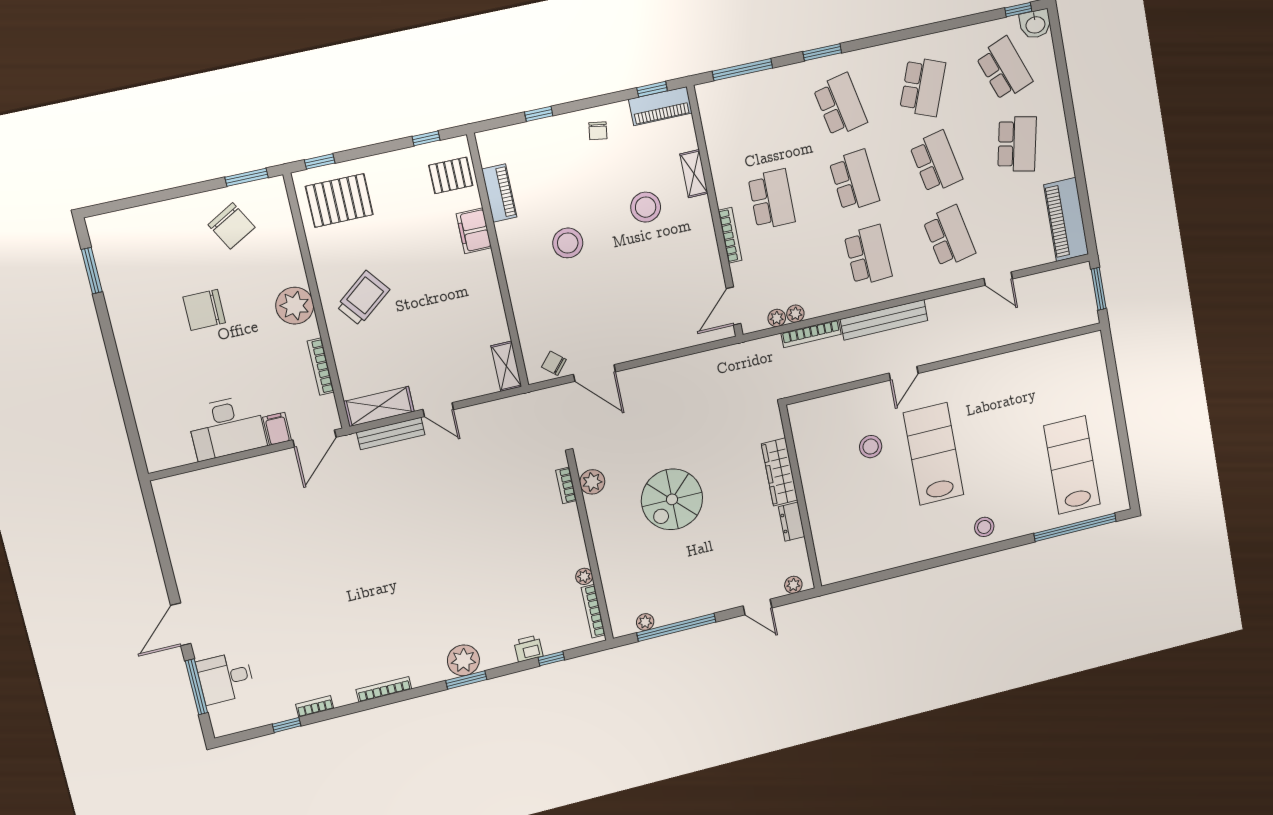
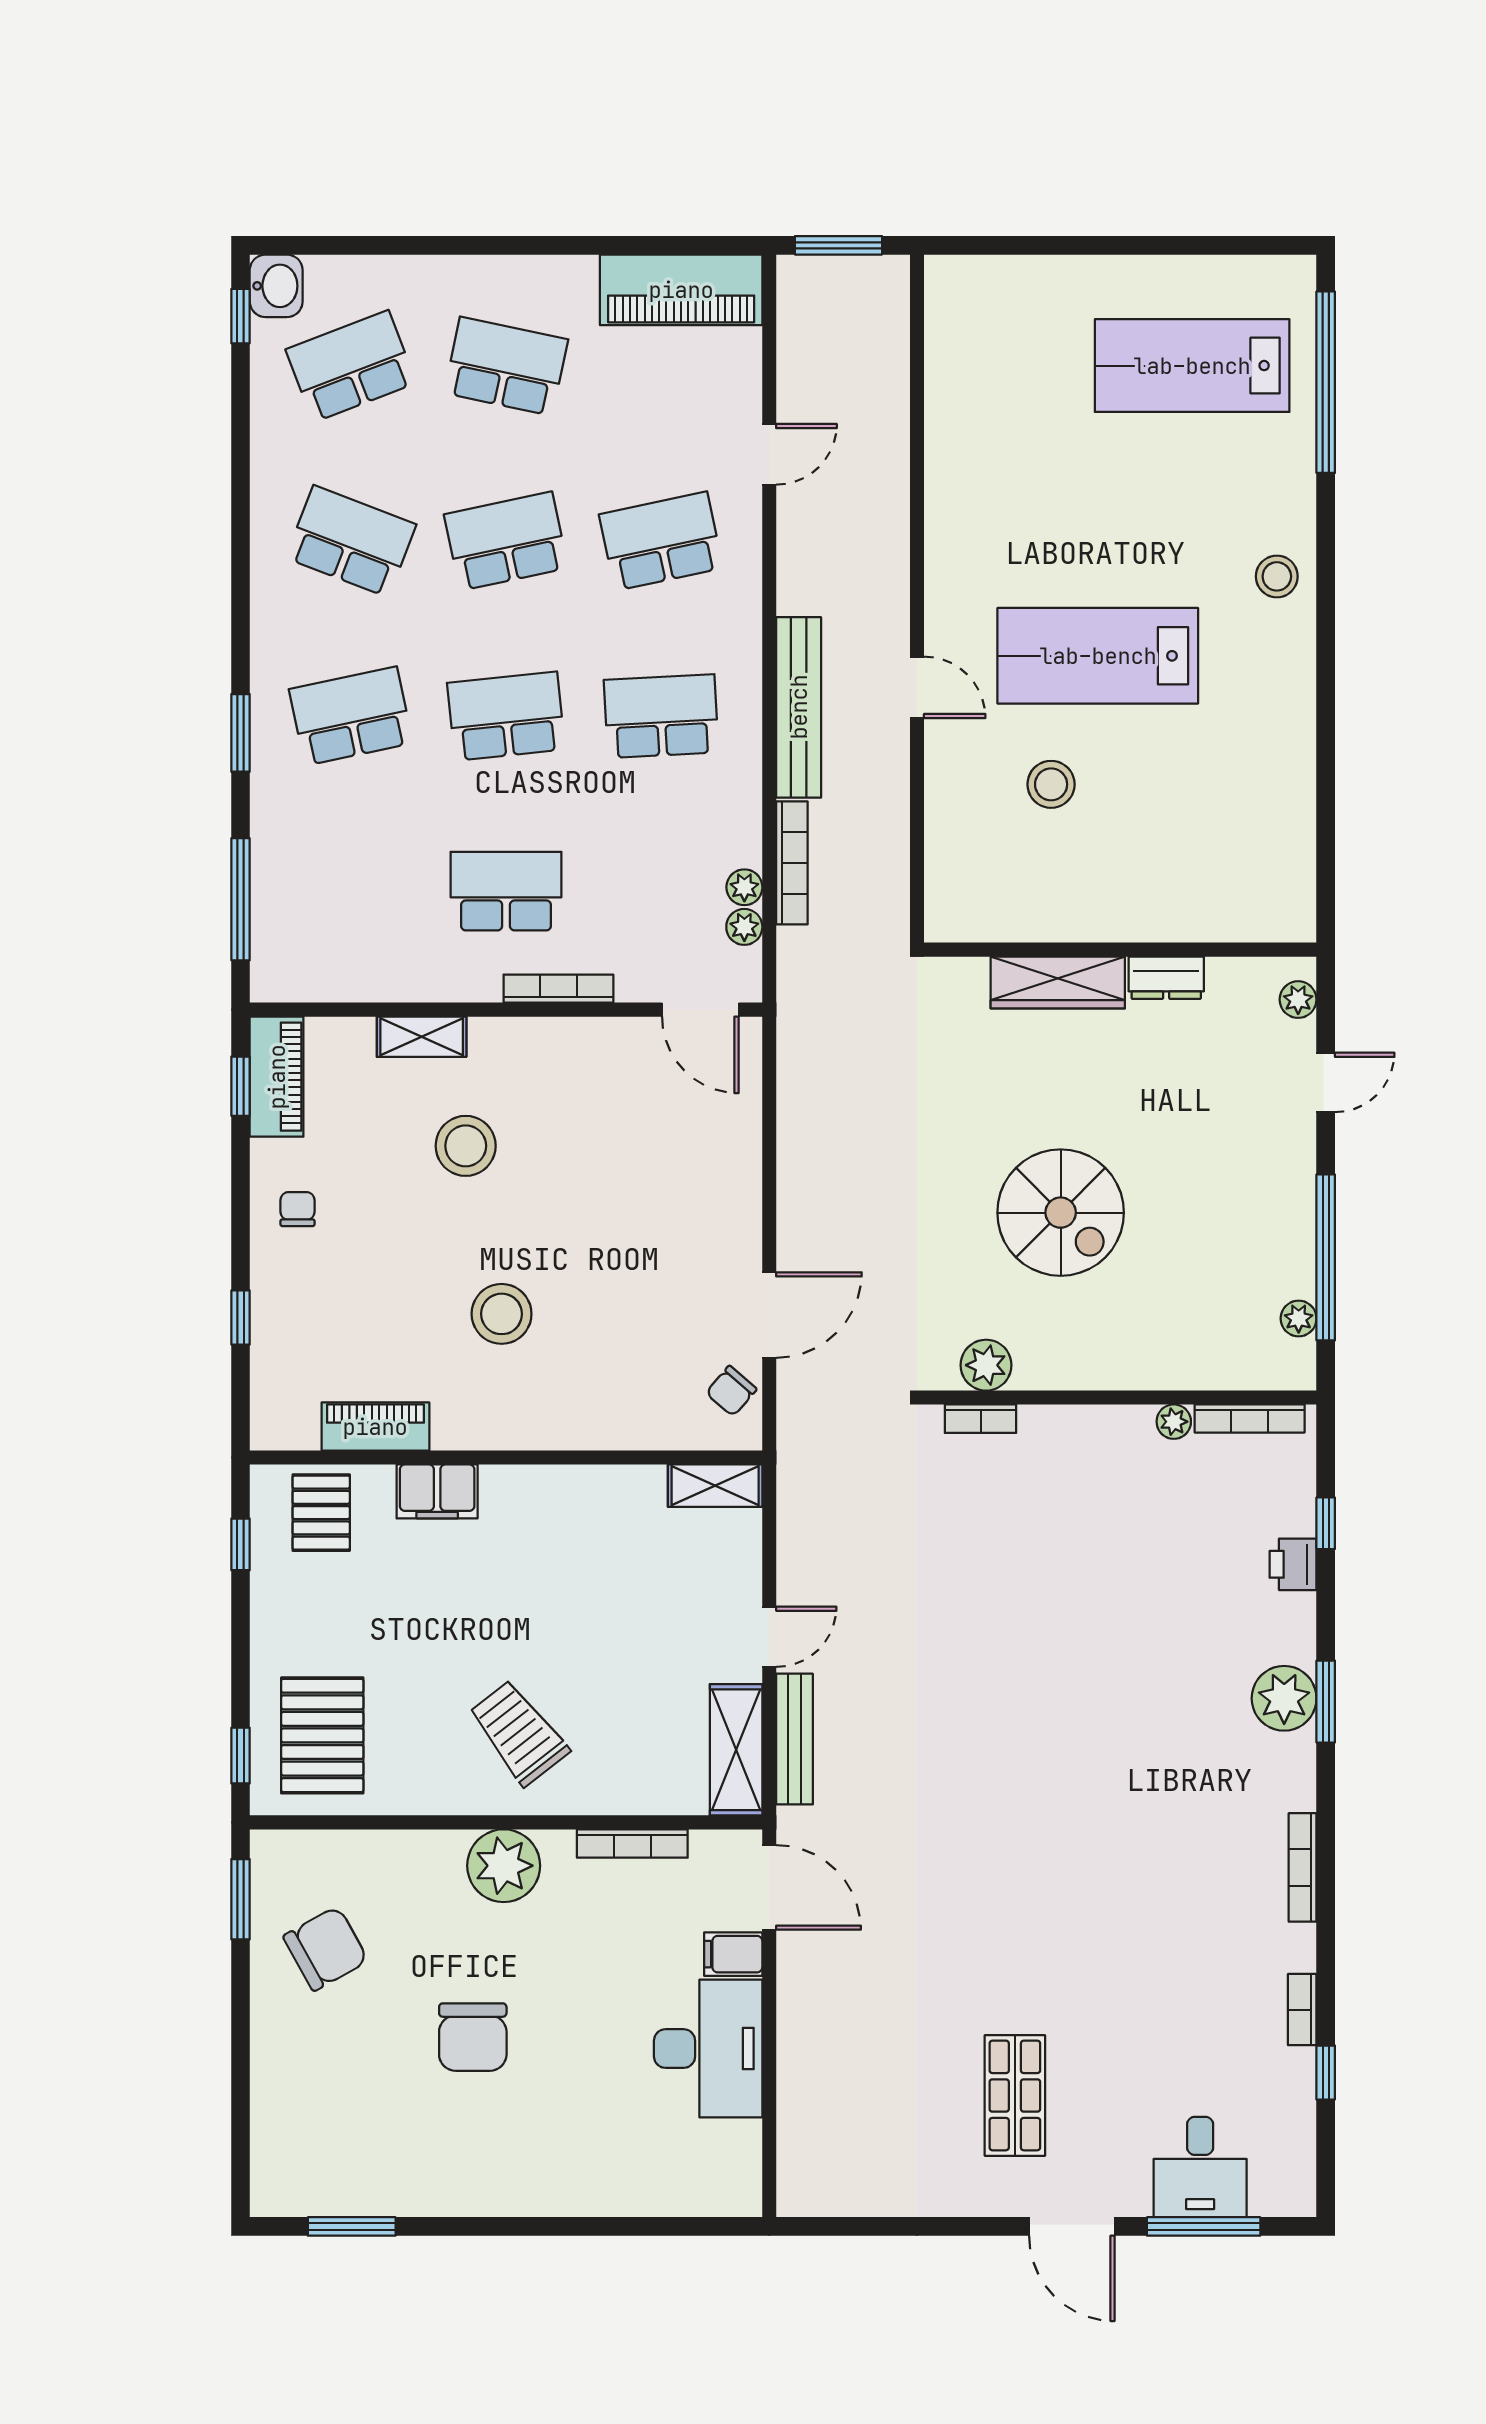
chair: (598, 131) -> (297, 1209), turned -99
shop shelf: (239, 581) -> (1015, 2095), added

